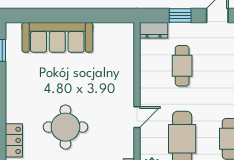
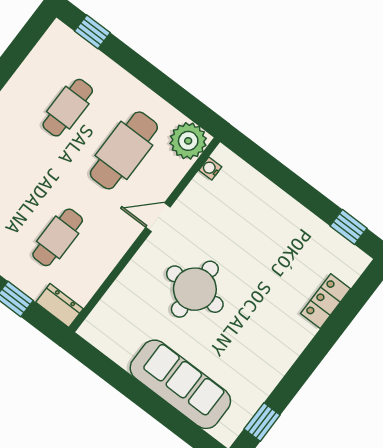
round table: (65, 127) -> (195, 289), moved

